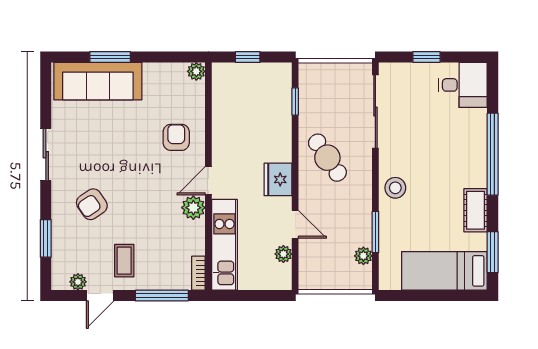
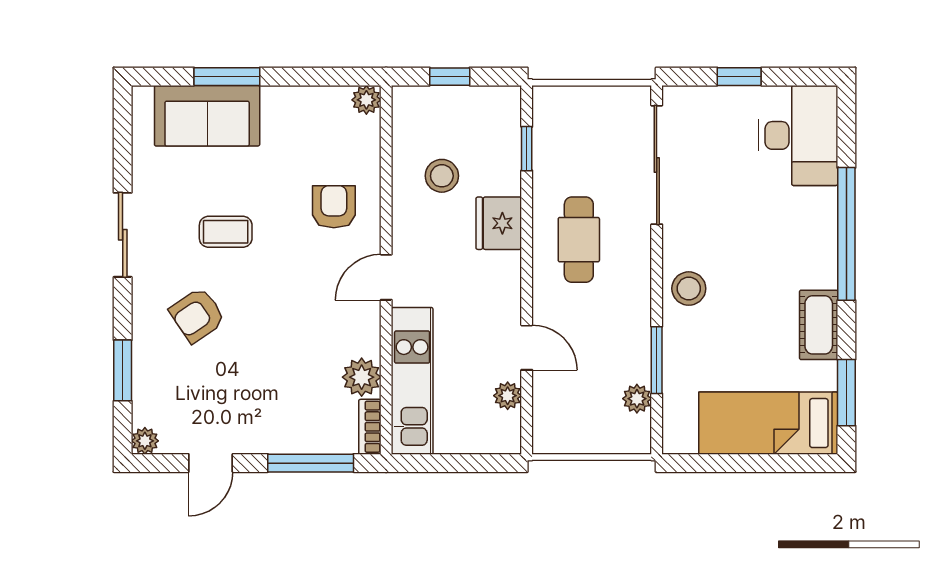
sofa: (98, 81) -> (207, 116), width x0.73
desk: (463, 85) -> (798, 135), width x1.37
stool: (243, 118) -> (442, 176), added
cafe table: (327, 158) -> (579, 240), turned 34
fridge: (278, 179) -> (499, 223), moved
plant: (193, 208) -> (362, 377), moved
coffee table: (124, 261) -> (226, 232), moved, turned 90
plant: (78, 282) -> (145, 441), moved

